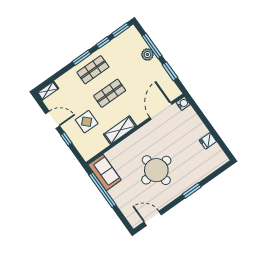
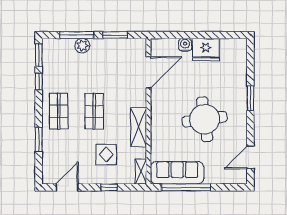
window: (82, 58) -> (39, 139), moved
shelving: (48, 91) -> (141, 172), moved
water cooler: (183, 103) -> (185, 45), moved
door: (161, 111) -> (148, 72), swing flipped
door: (53, 120) -> (67, 187), moved
fridge: (208, 141) -> (206, 49), width x1.88, depth x1.34
sofa: (105, 172) -> (177, 173), width x1.36

